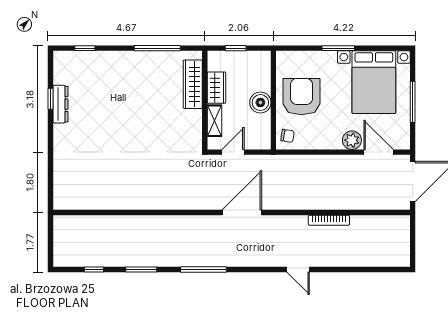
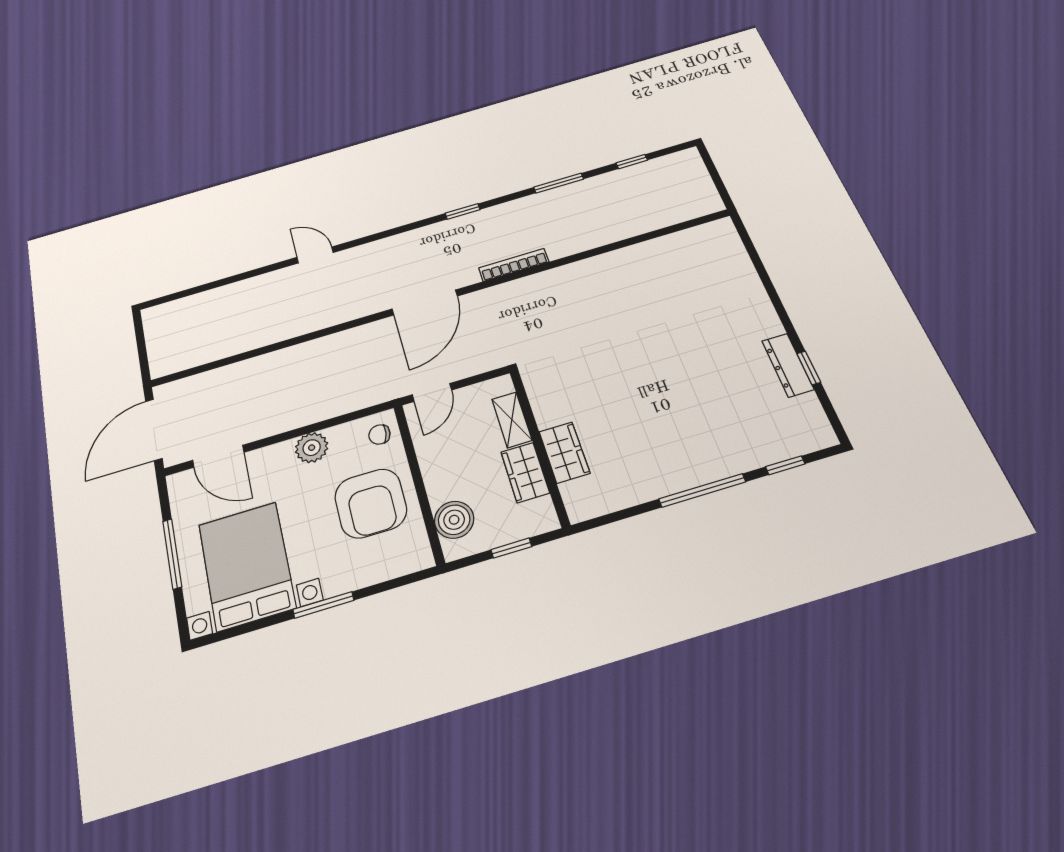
window: (157, 48) -> (702, 490), moved
wardrobe: (193, 84) -> (564, 452), width x0.67
boiler: (260, 103) -> (454, 520), moved
plant: (352, 140) -> (312, 448), moved
door: (233, 152) -> (432, 392), moved
bookcase: (329, 220) -> (514, 265), moved
window: (203, 270) -> (463, 211), width x0.46

